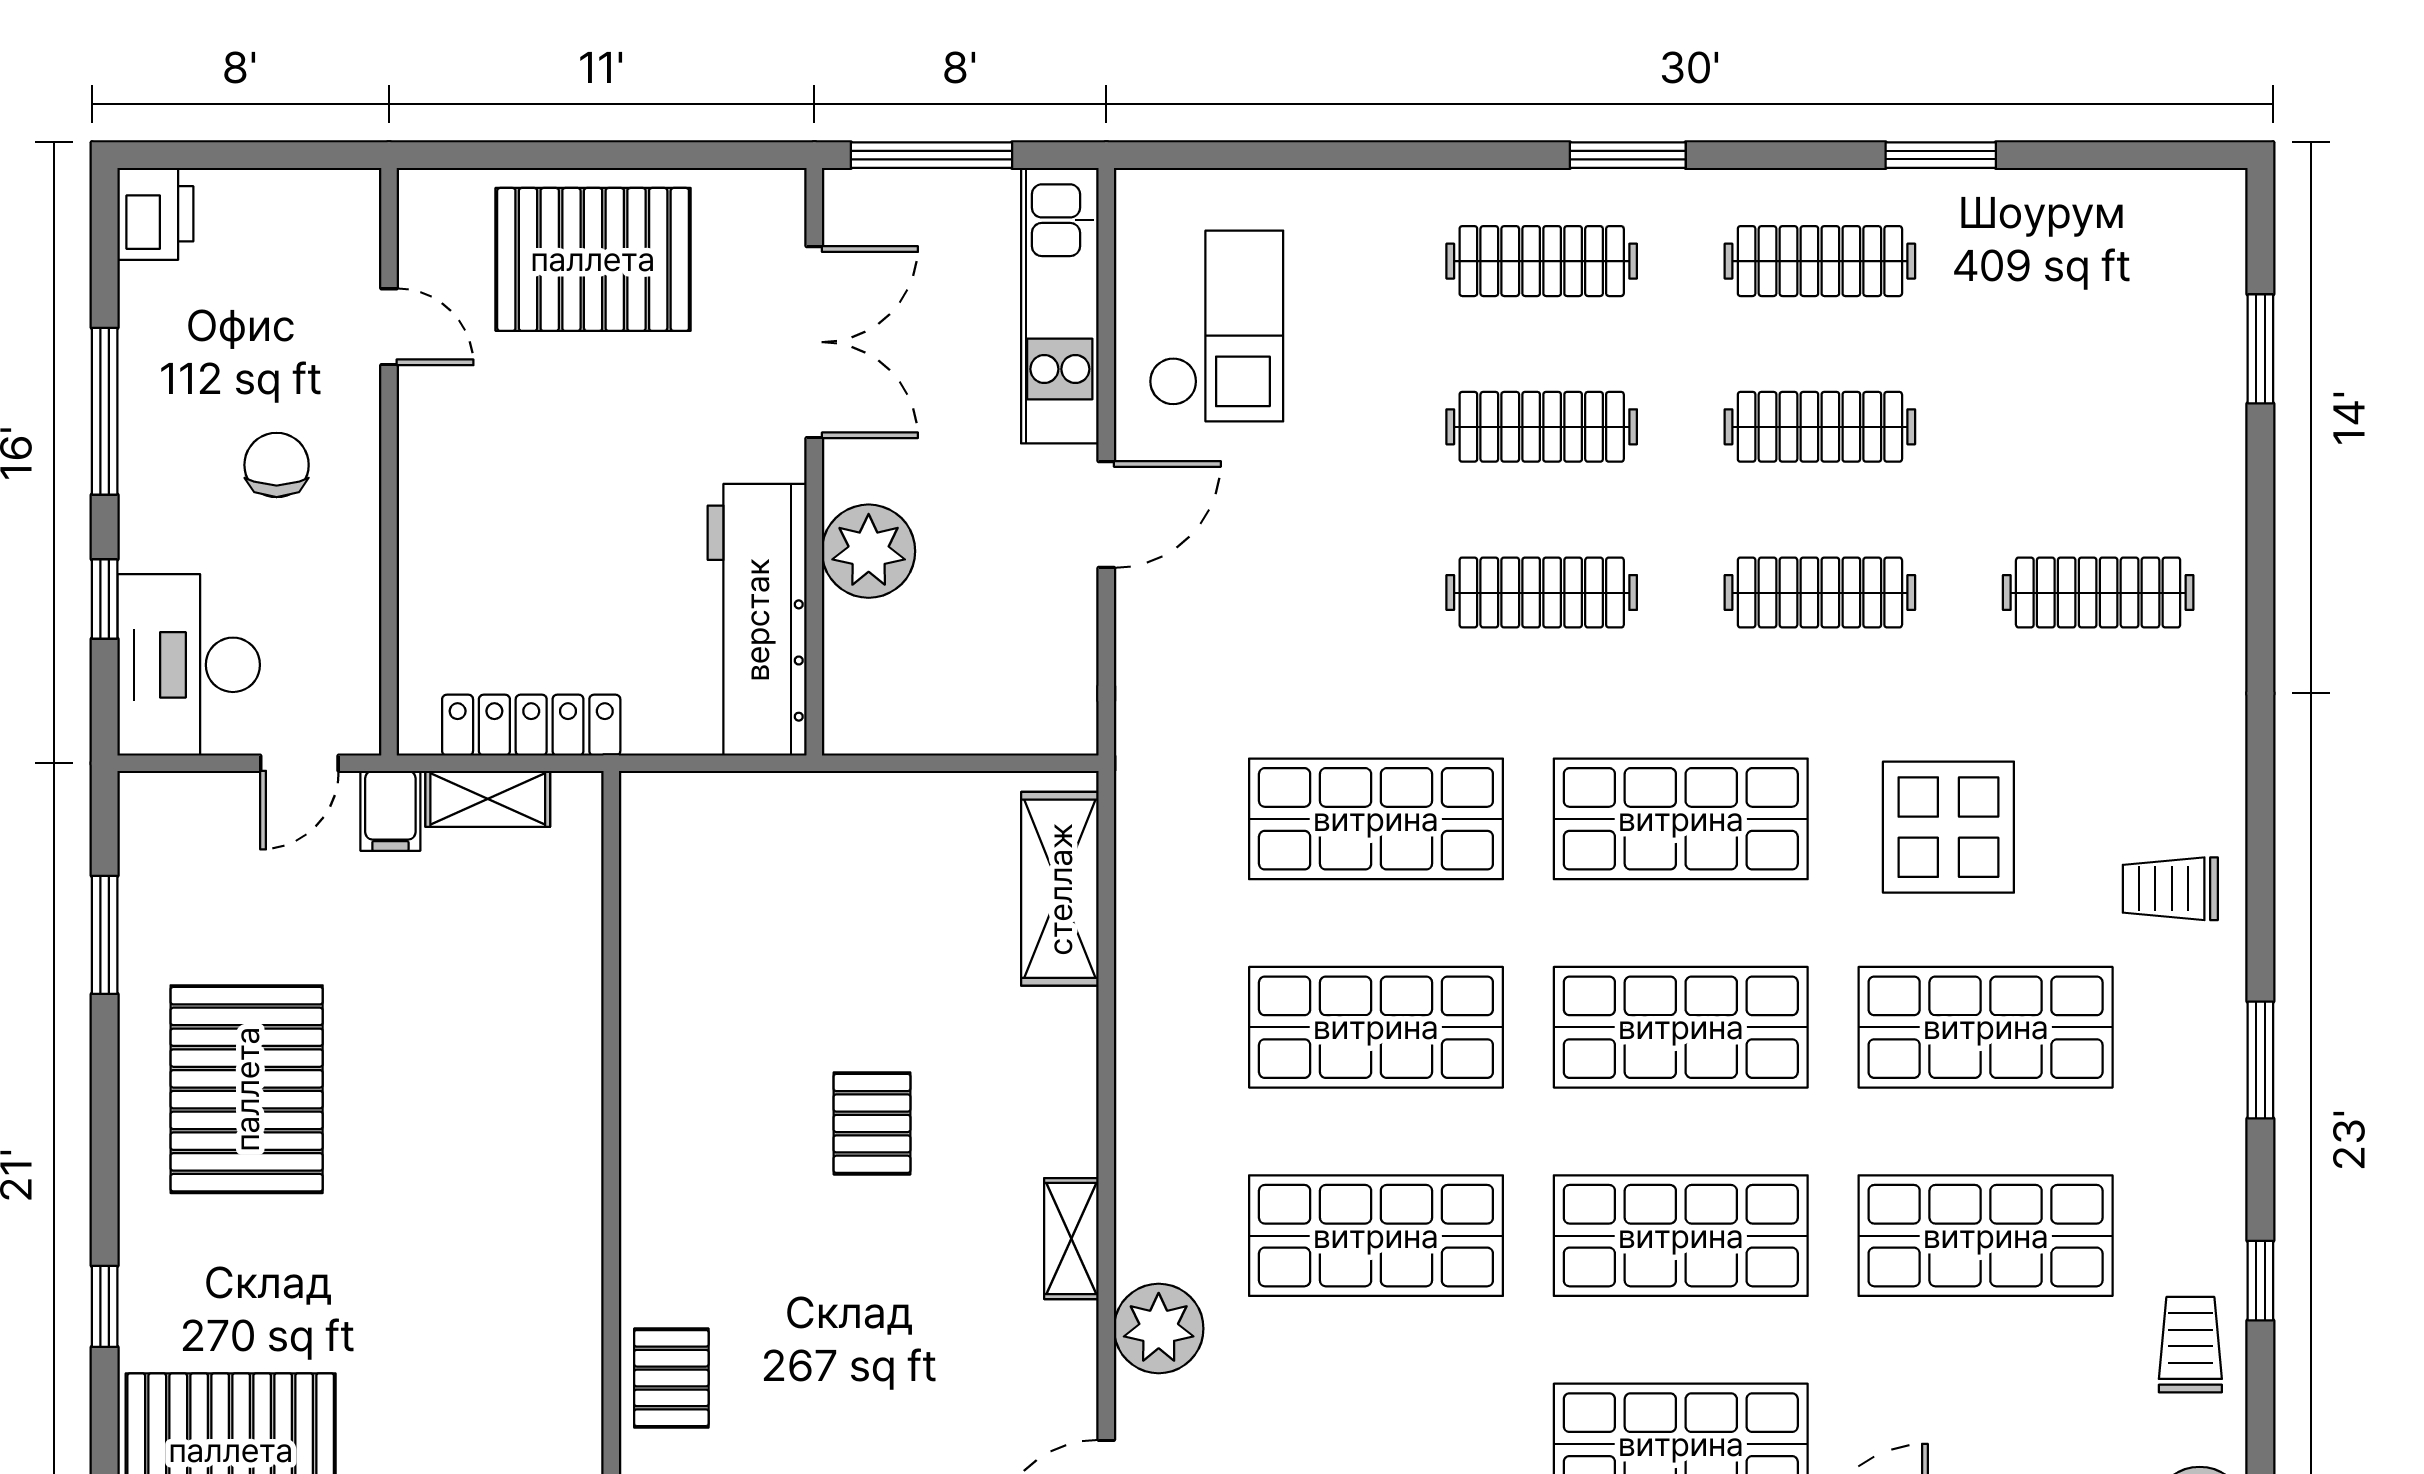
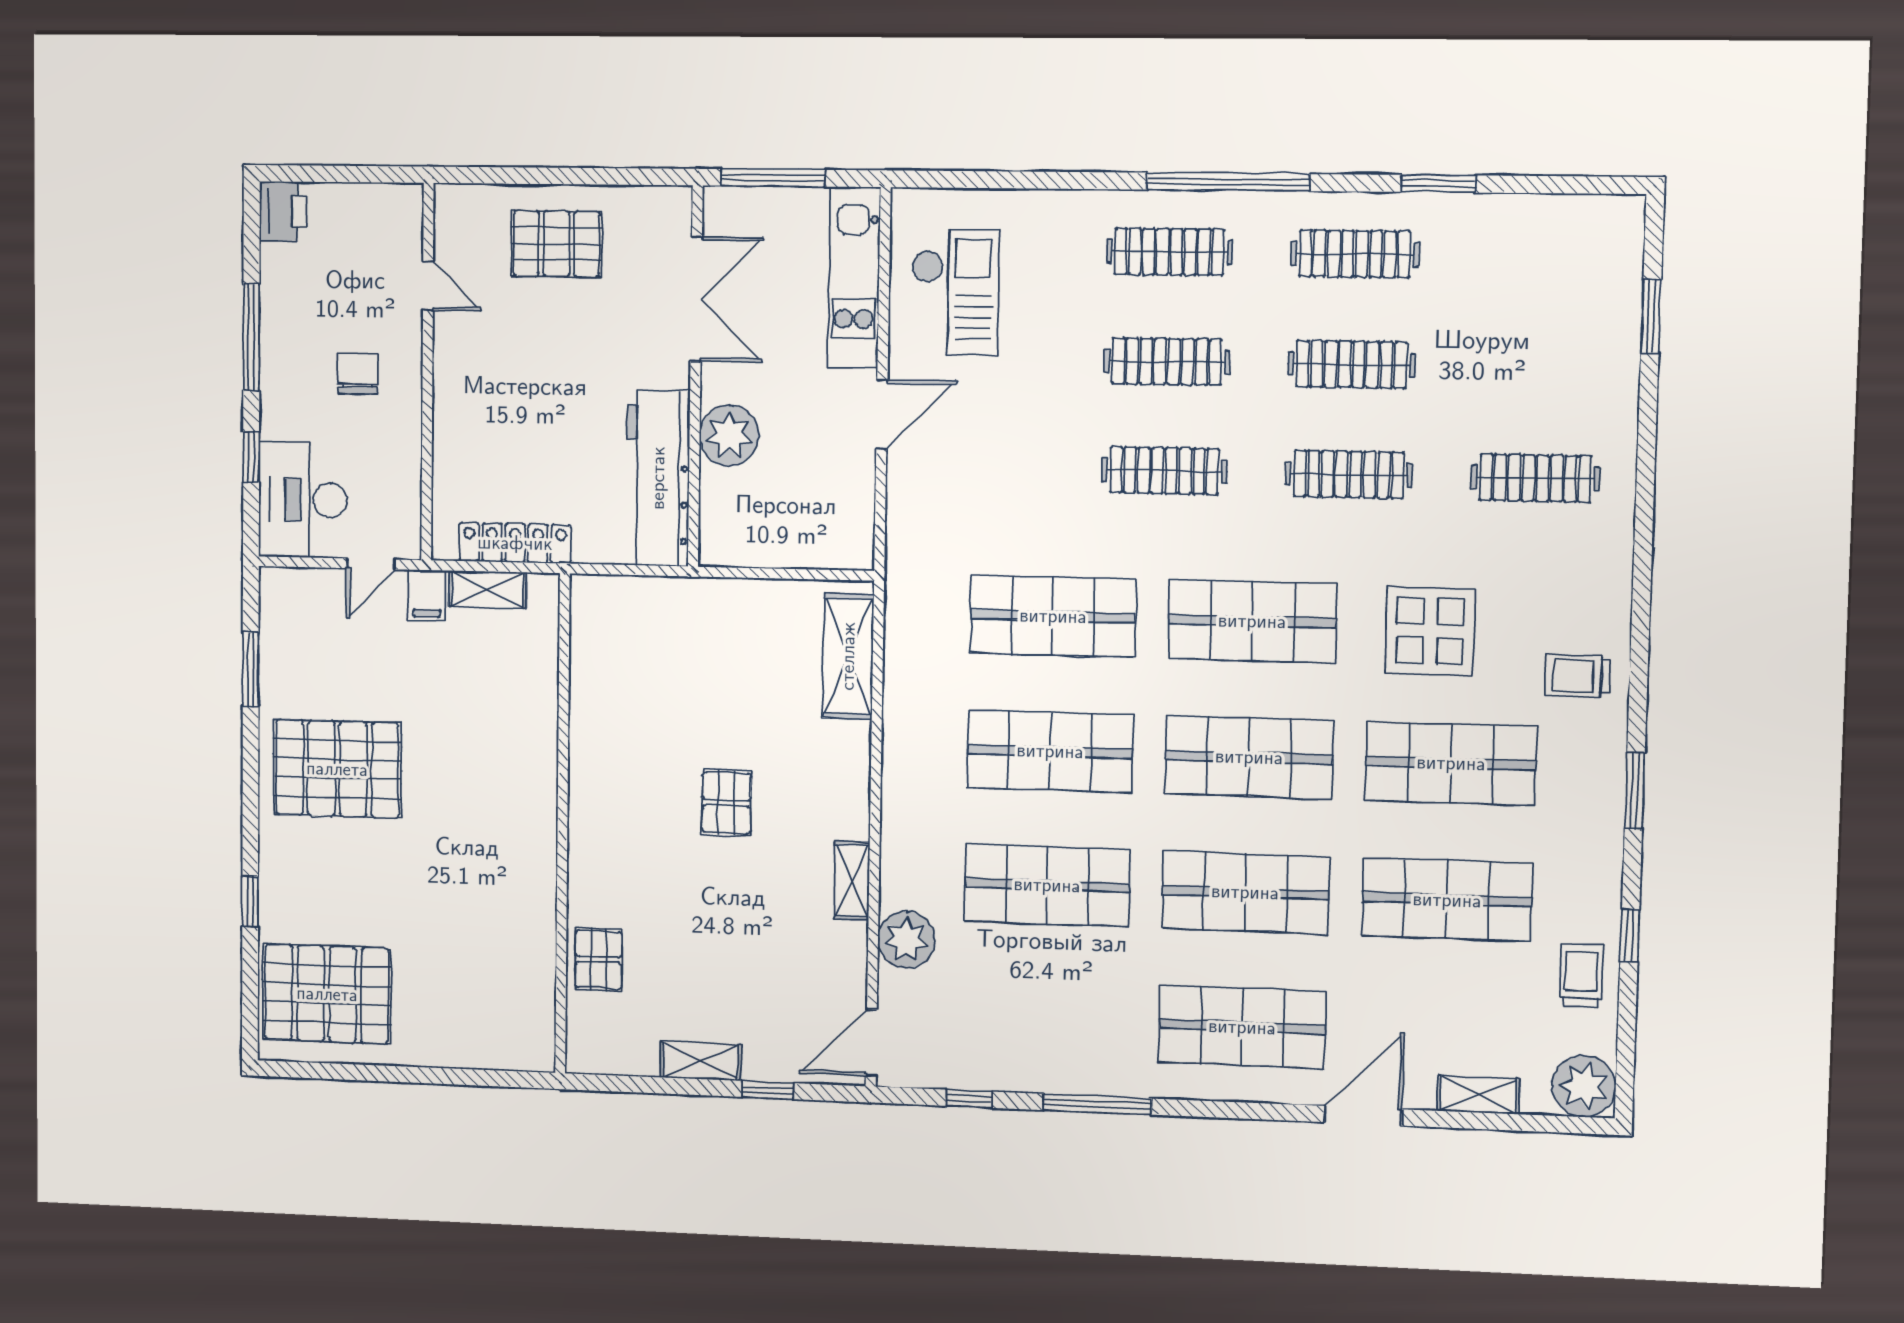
window: (1628, 155) -> (1228, 182), width x2.11
pallet: (593, 259) -> (556, 244), width x0.73, depth x0.71
pallet: (247, 1089) -> (337, 769), turned 90

